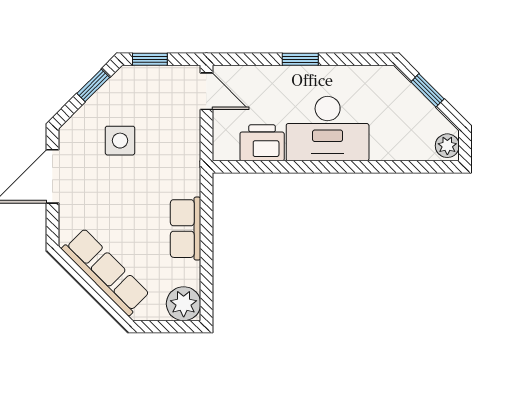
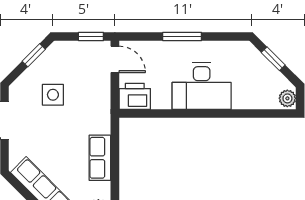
window: (150, 59) -> (91, 37), moved
window: (300, 59) -> (182, 37), width x1.50
printer: (262, 143) -> (135, 96), moved

